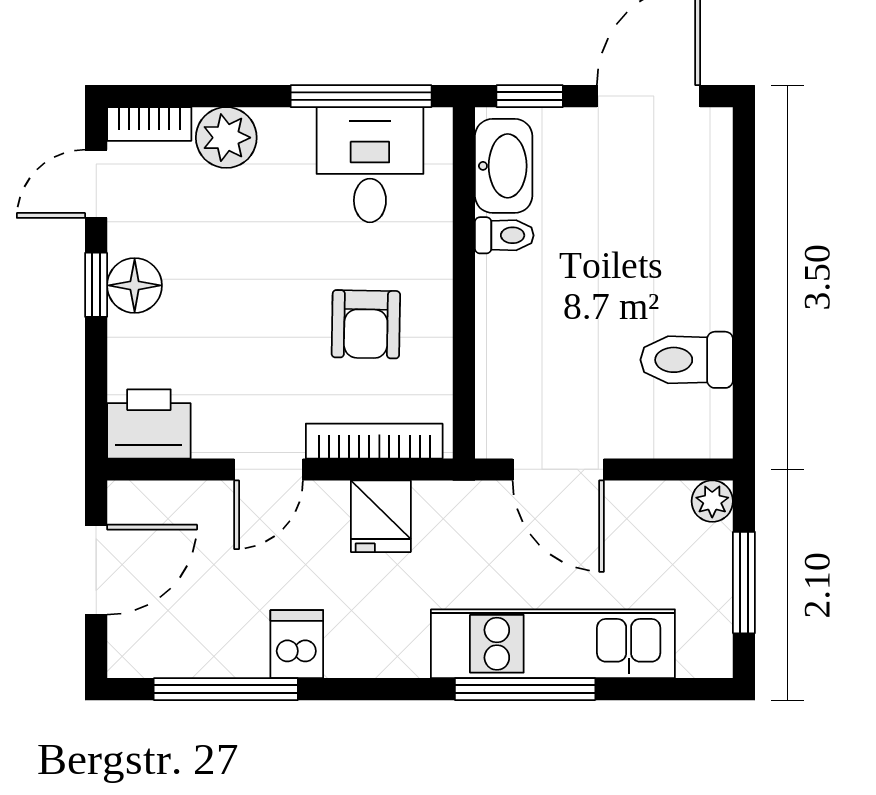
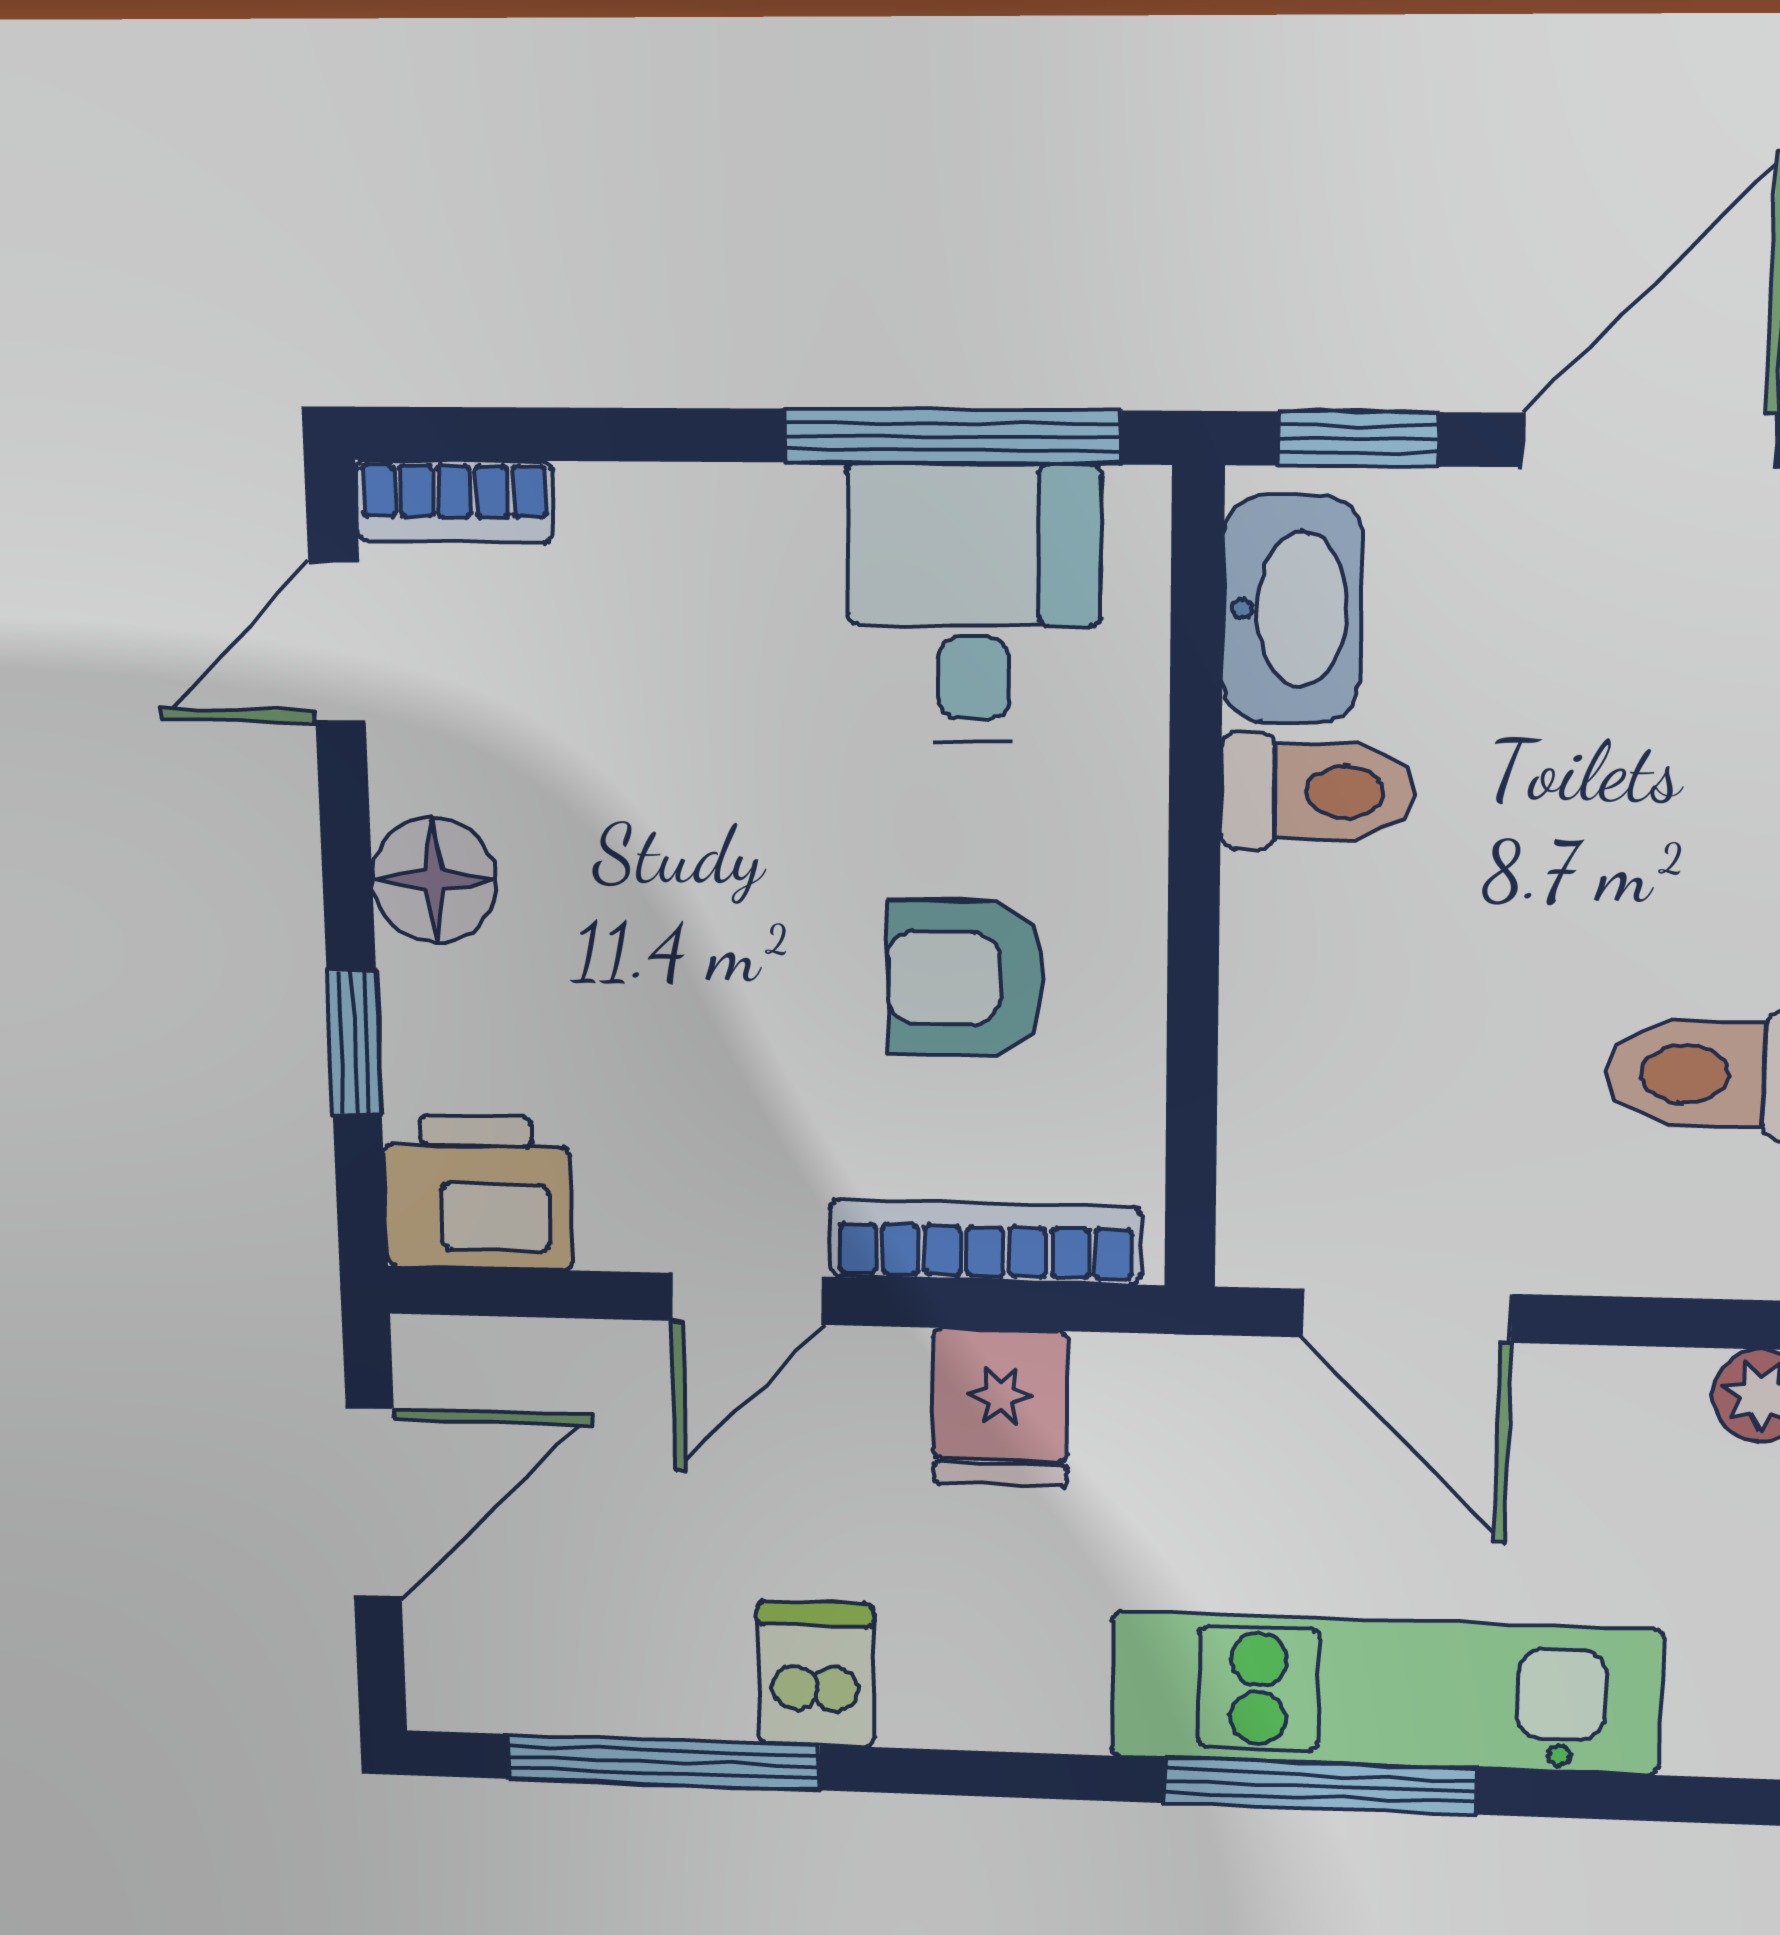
plant: (226, 138) -> (635, 535), removed
toilet: (504, 235) -> (1318, 792), width x1.37, depth x1.39
window: (96, 285) -> (354, 1043), moved
armchair: (366, 324) -> (965, 978), turned 89

